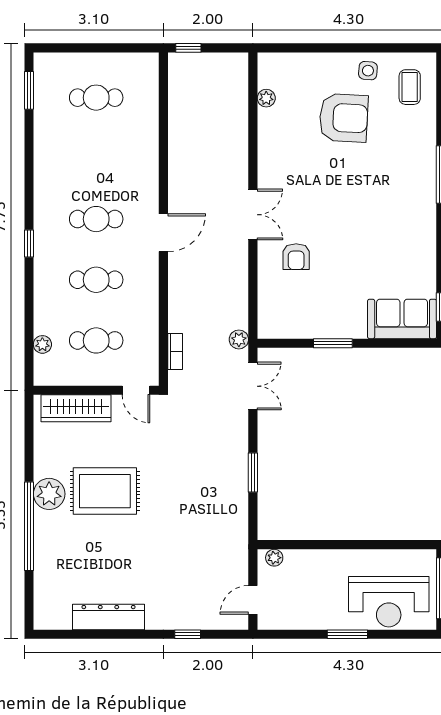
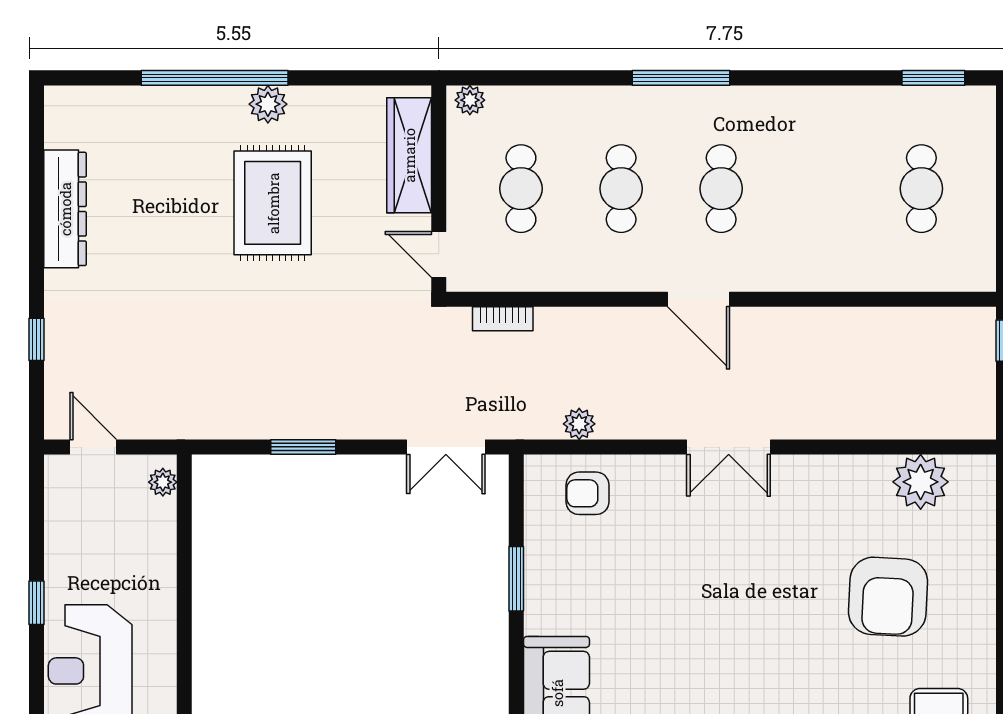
side table: (368, 71) -> (966, 637), removed
plant: (266, 98) -> (921, 482), width x1.88, depth x1.88
window: (29, 243) -> (681, 78), width x2.17
armchair: (296, 257) -> (587, 493), moved
plant: (239, 339) -> (579, 424), moved
plant: (42, 344) -> (470, 100), moved
door: (136, 390) -> (439, 254), hinge flipped
plant: (49, 494) -> (268, 104), width x0.73, depth x0.73
window: (347, 634) -> (37, 603), width x0.67

